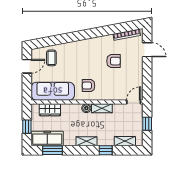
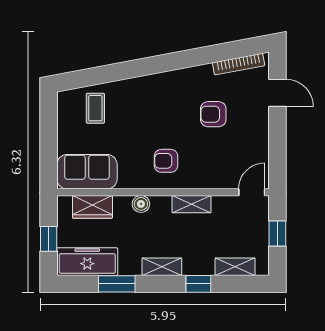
armchair: (113, 61) -> (213, 114), turned 180
door: (27, 66) -> (49, 124), removed
sofa: (53, 91) -> (87, 172), width x0.73
boiler: (86, 108) -> (141, 204), moved
window: (52, 150) -> (117, 284), moved

